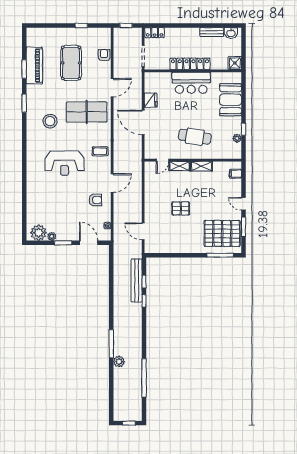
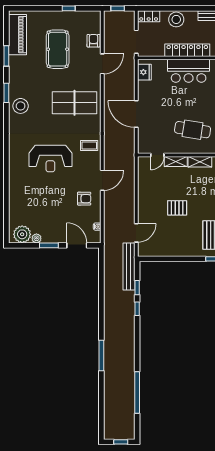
stool: (180, 36) -> (176, 19), added
piano: (34, 65) -> (18, 35), moved
door: (112, 88) -> (102, 64), moved
fridge: (151, 100) -> (144, 72), moved
stool: (50, 121) -> (21, 106), moved
door: (143, 231) -> (136, 233), swing flipped
bench: (137, 280) -> (129, 266), moved
plant: (119, 361) -> (110, 375), removed

